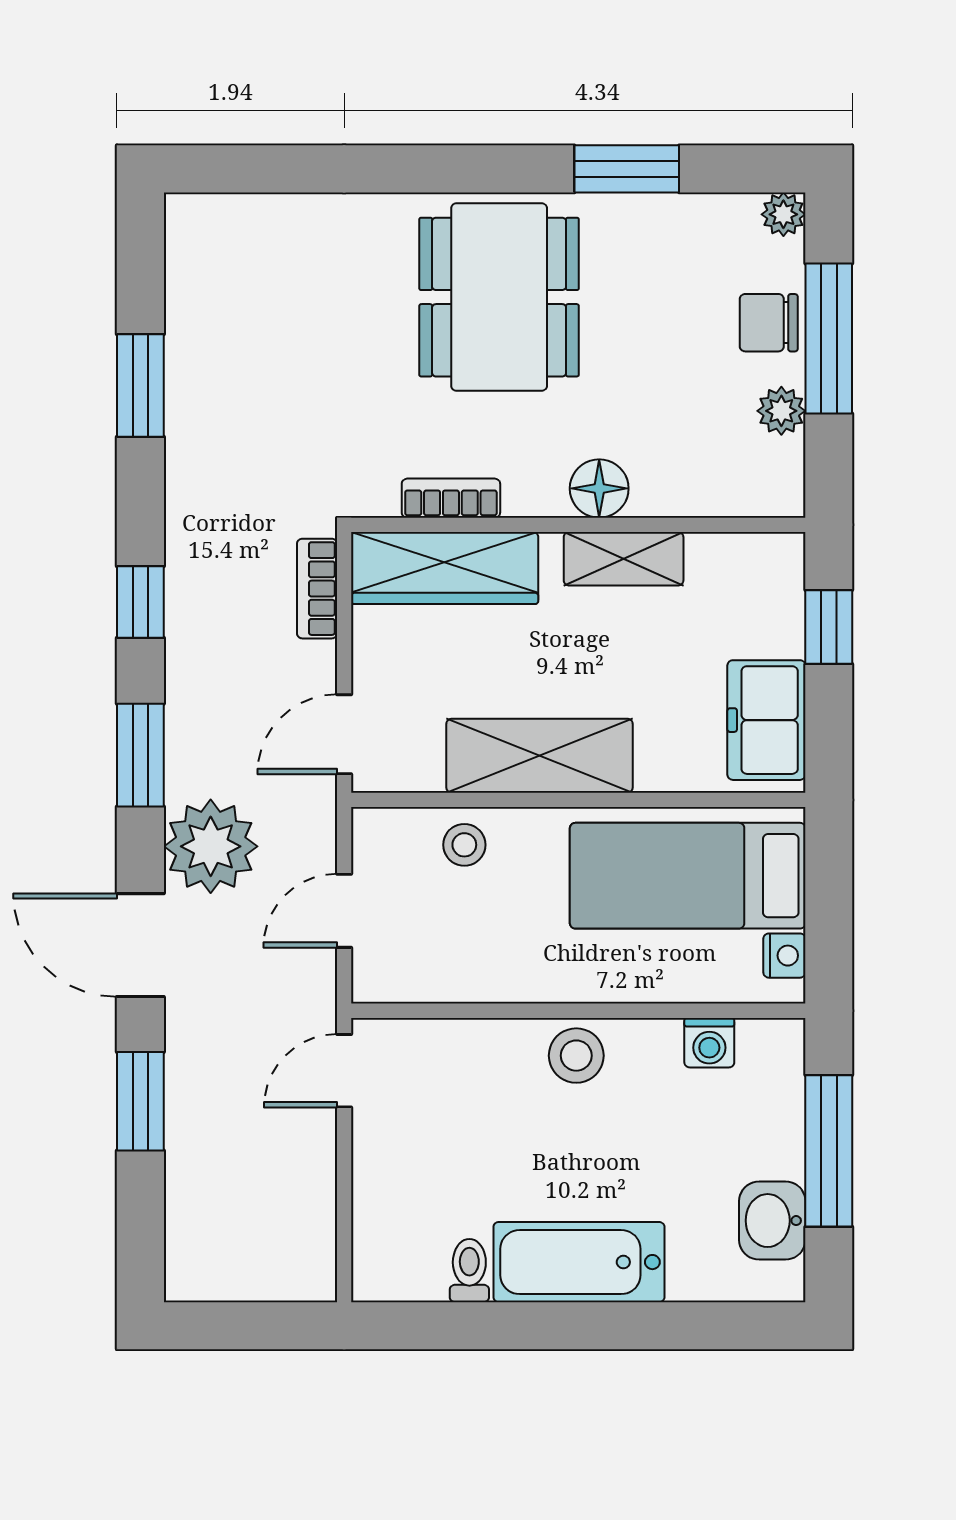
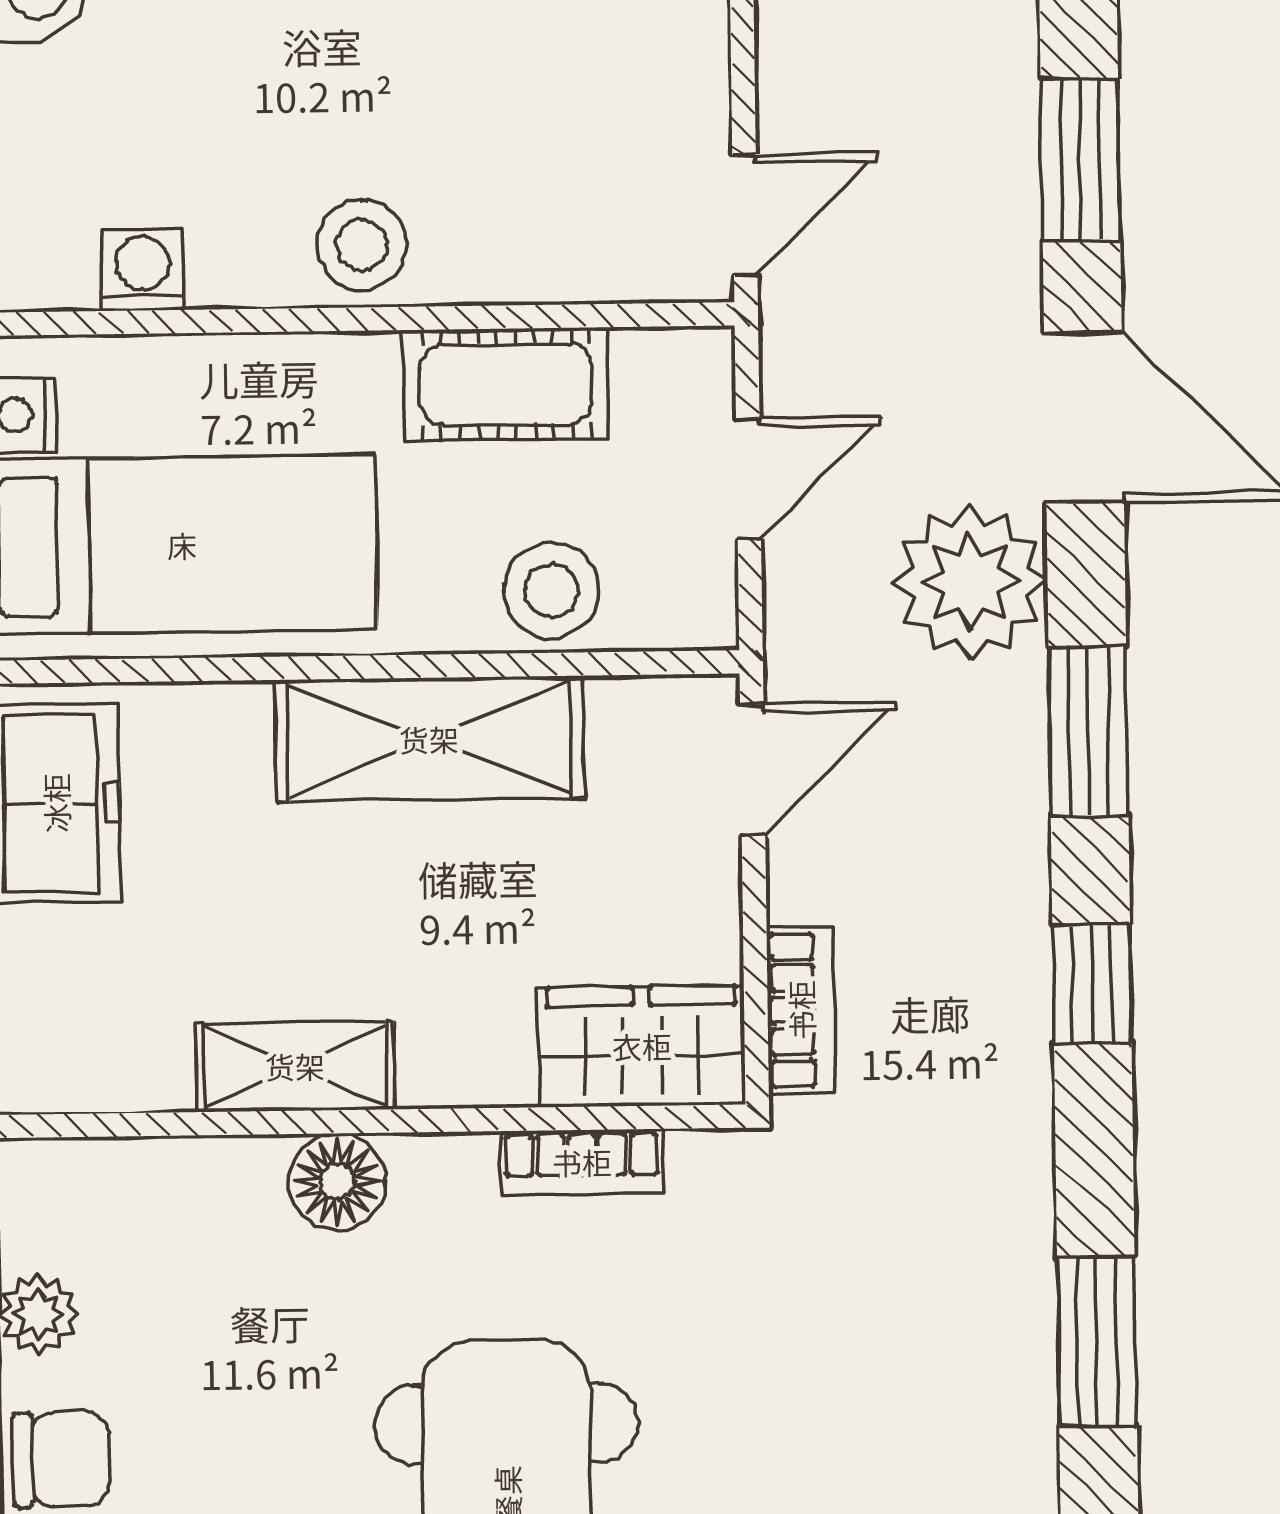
wardrobe: (445, 568) -> (642, 1046), width x0.67
stool: (464, 845) -> (552, 590), width x1.37, depth x1.37
cot: (490, 970) -> (506, 384), added

